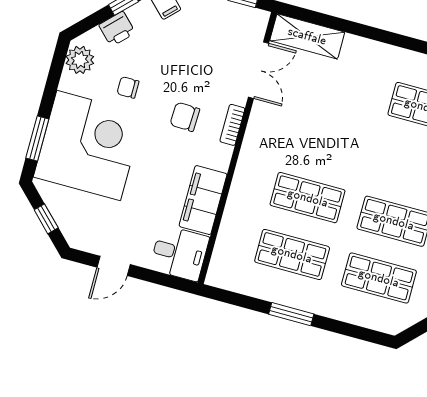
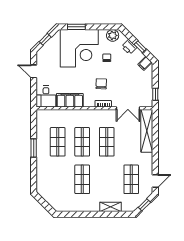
shelving: (307, 36) -> (147, 131), width x1.47
shop shelf: (379, 278) -> (107, 142), moved

